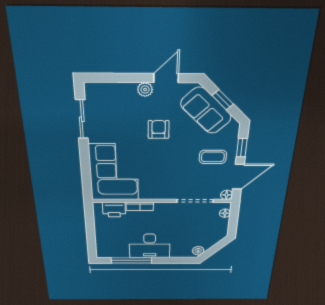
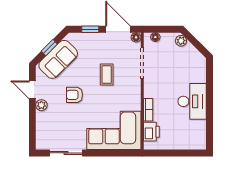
coffee table: (213, 157) -> (107, 75), moved
plant: (198, 251) -> (181, 41), moved
window: (131, 260) -> (209, 118), removed

